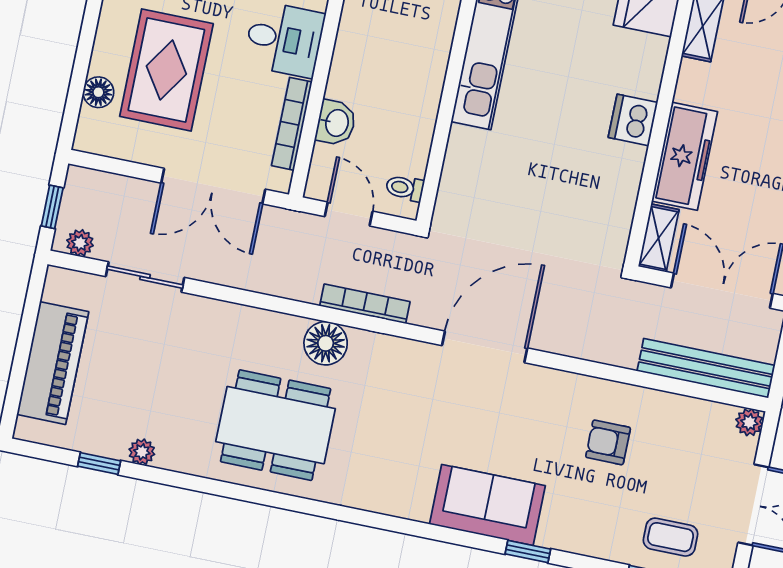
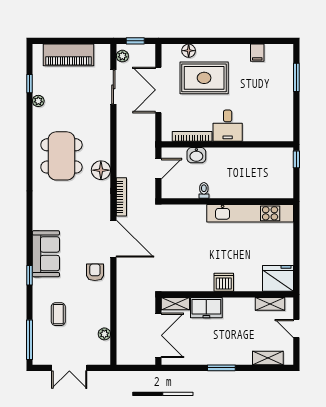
freezer: (685, 156) -> (206, 308), width x0.71
double door: (213, 186) -> (158, 90), moved
toilet: (405, 188) -> (204, 190), moved
bookcase: (365, 304) -> (121, 197), moved
bench: (706, 368) -> (124, 335), removed
plant: (749, 422) -> (104, 334), moved
armchair: (608, 442) -> (95, 272), moved
coffee table: (670, 537) -> (58, 314), moved

